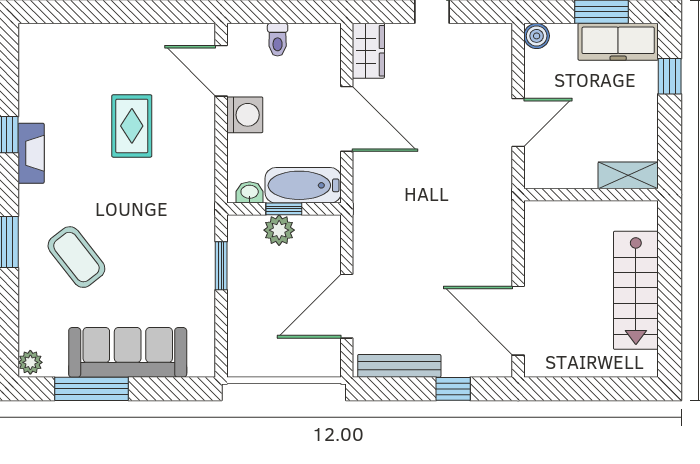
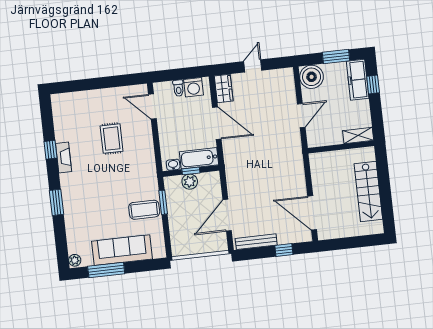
boiler: (537, 36) -> (312, 77), width x1.86, depth x1.86
freezer: (618, 42) -> (358, 80), moved, turned 90
washing machine: (245, 115) -> (193, 87), moved, turned 90
coffee table: (76, 257) -> (144, 210), moved, turned -52

